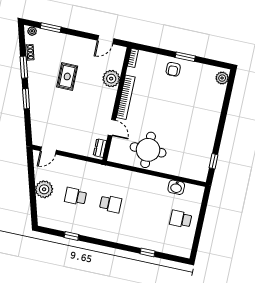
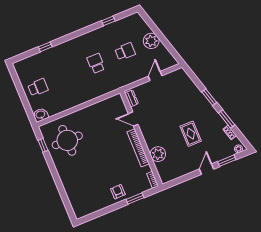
door: (106, 40) -> (207, 169), moved
window: (185, 57) -> (135, 199), moved
plant: (222, 78) -> (78, 210), removed
round table: (148, 150) -> (67, 140), moved
door: (48, 151) -> (155, 76), moved
washbasin: (176, 187) -> (41, 115), moved
school desk: (111, 204) -> (96, 63), turned 90

